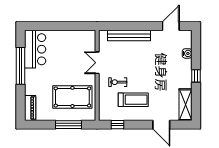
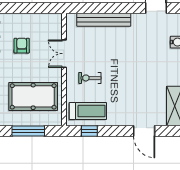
armchair: (63, 56) -> (22, 46), added
treadmill: (133, 100) -> (88, 111), moved

